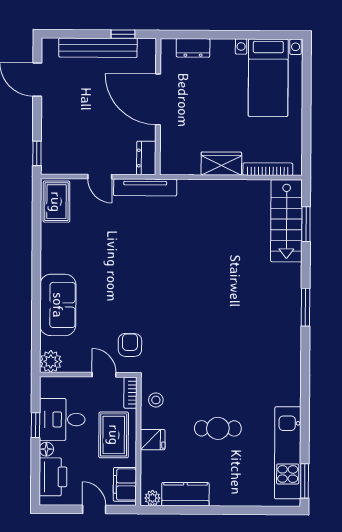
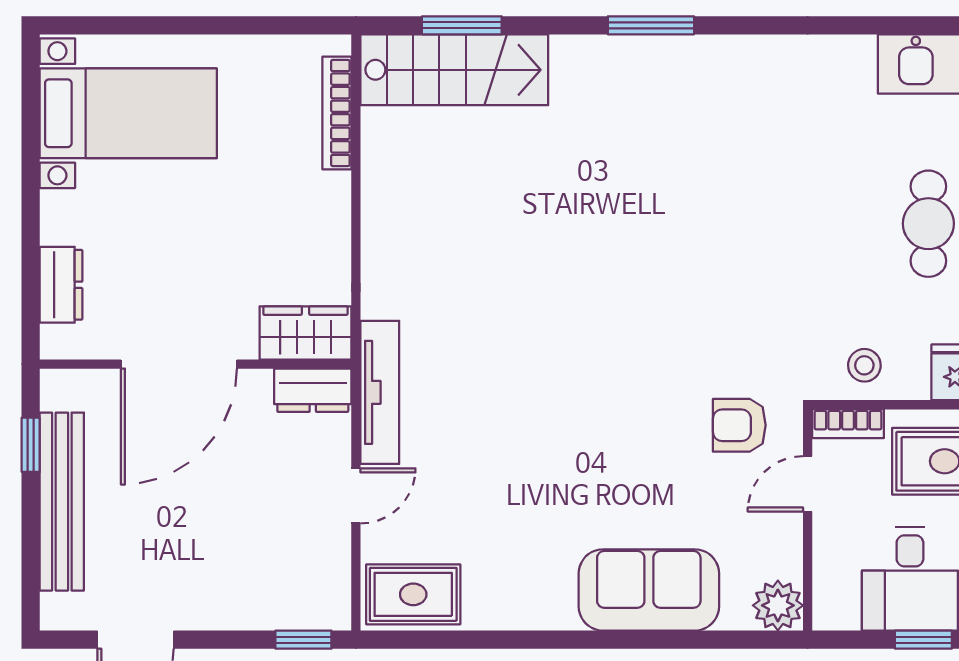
wardrobe: (221, 164) -> (305, 333), moved, turned 90

